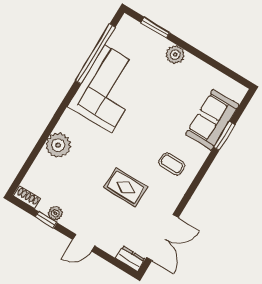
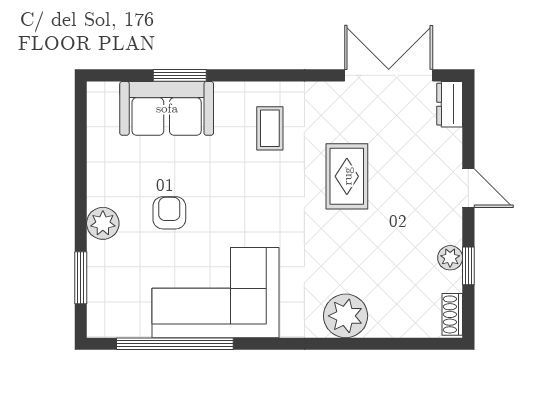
armchair: (161, 90) -> (169, 213), added

